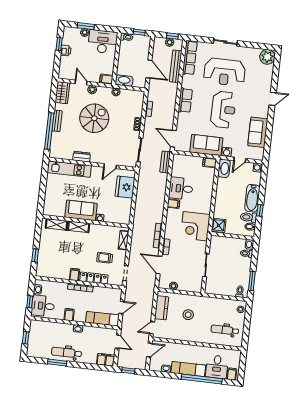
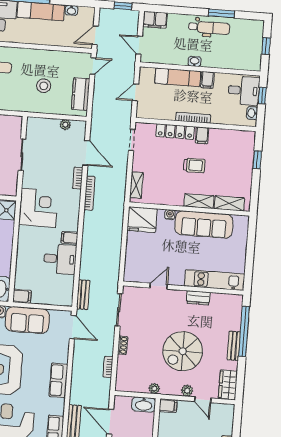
fridge: (125, 187) -> (142, 220), moved, turned 90
sofa: (81, 210) -> (204, 224), width x1.36
trolley: (105, 258) -> (194, 165), moved
exam couch: (102, 319) -> (178, 77), moved

